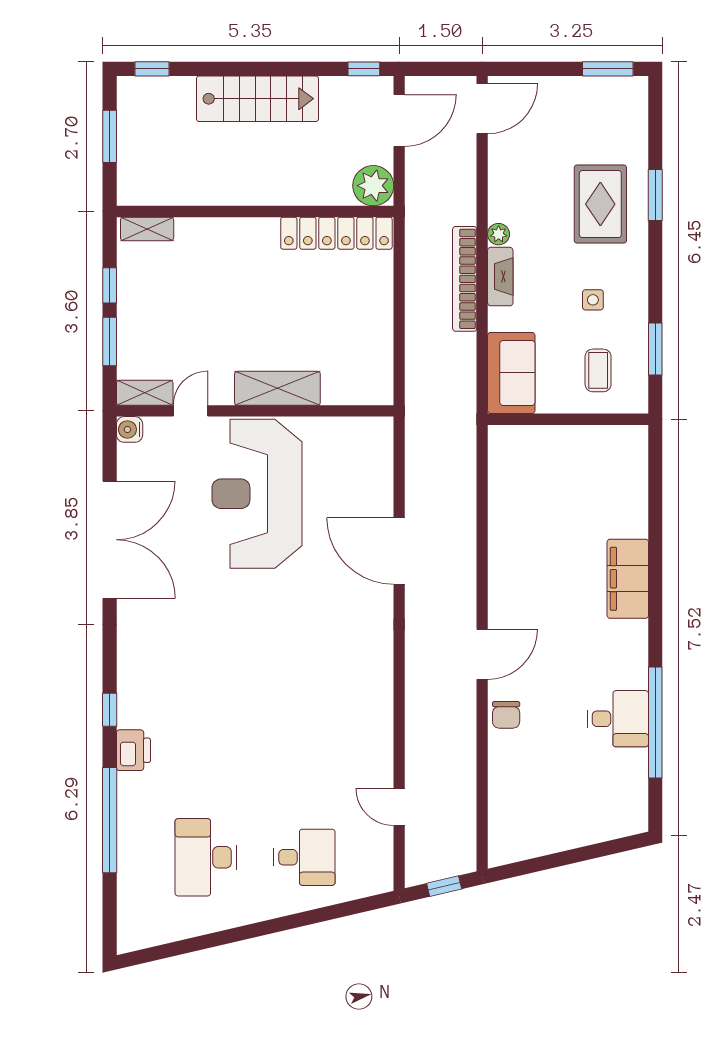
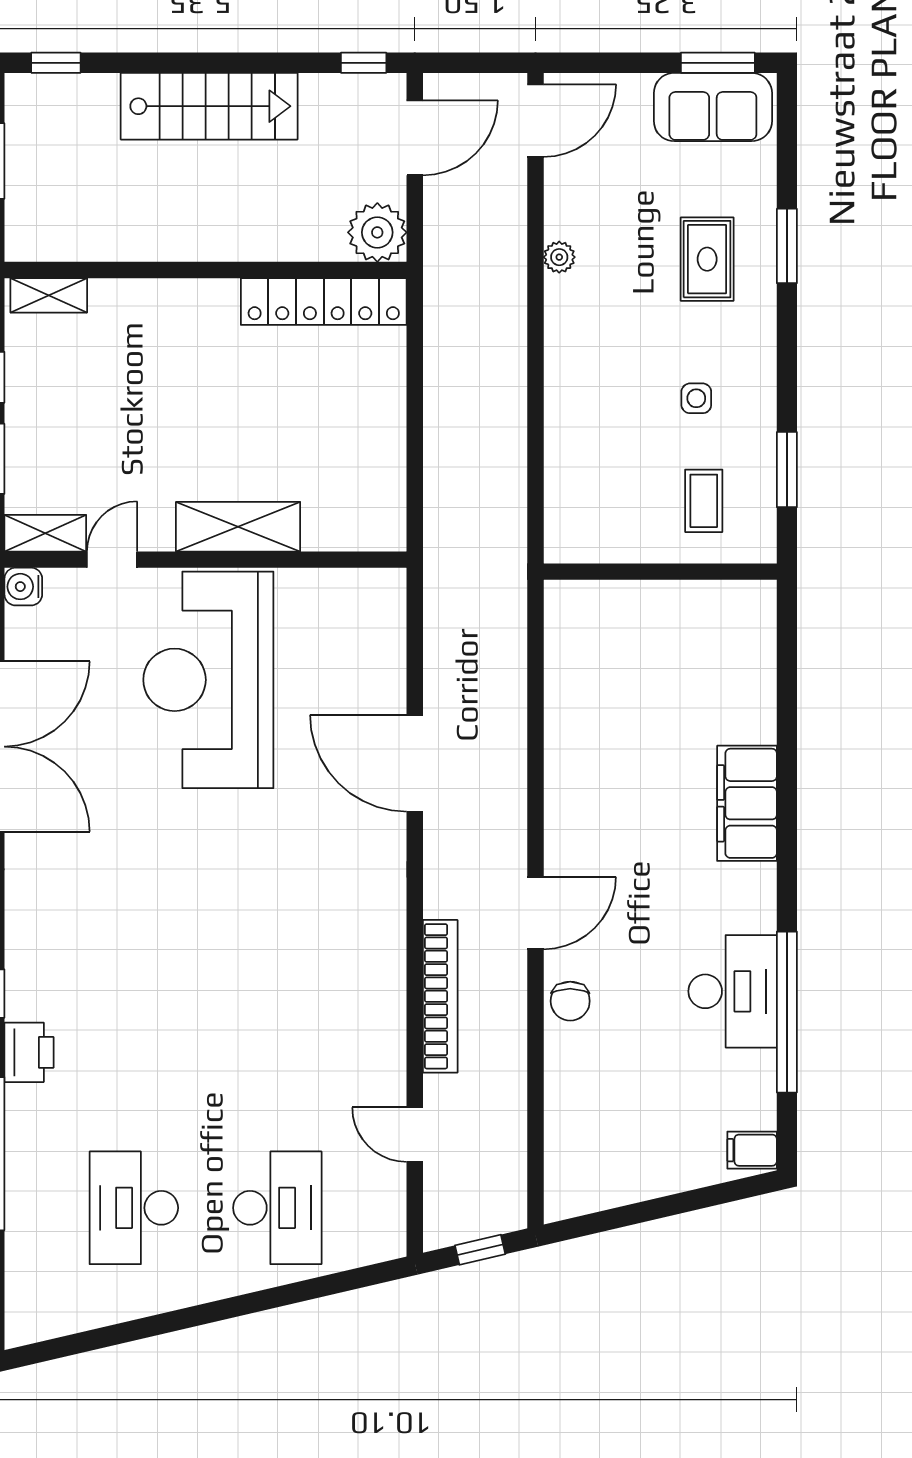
rug: (600, 204) -> (707, 259), width x0.73, depth x0.70
plant: (499, 234) -> (559, 257), moved
fireplace: (500, 277) -> (562, 364), removed
bookcase: (465, 279) -> (440, 996), moved, turned 180
sofa: (511, 373) -> (713, 107), moved, turned 90
desk: (618, 719) -> (733, 991), width x1.37
filing cabinet: (631, 818) -> (752, 1150), added
desk: (304, 857) -> (277, 1208), width x1.37

